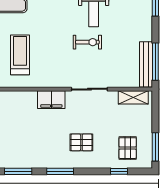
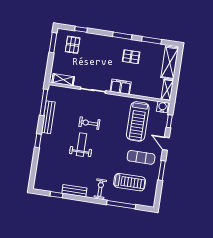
treadmill: (20, 55) -> (138, 121), width x1.37, depth x1.38
bench: (146, 64) -> (48, 117), moved
pallet: (81, 142) -> (131, 57), moved

